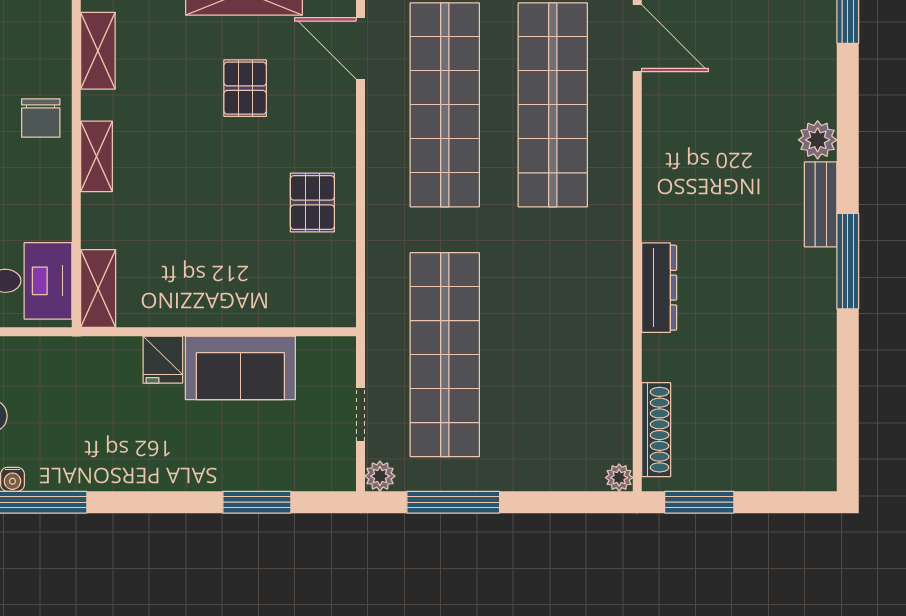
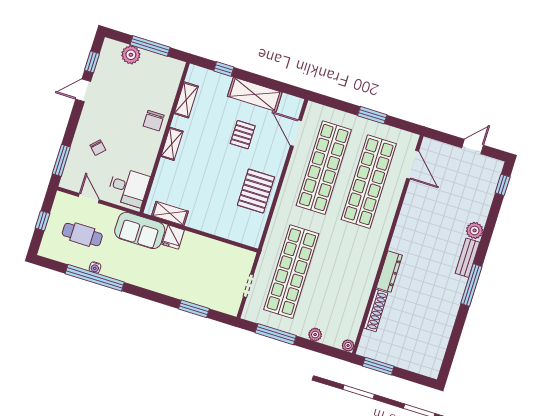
pallet: (312, 203) -> (256, 191), width x1.50, depth x1.42
shelving: (98, 289) -> (170, 213), moved, turned 90
sofa: (240, 368) -> (140, 230), moved
shoe rack: (656, 430) -> (376, 311), moved
plant: (380, 476) -> (315, 335), moved

